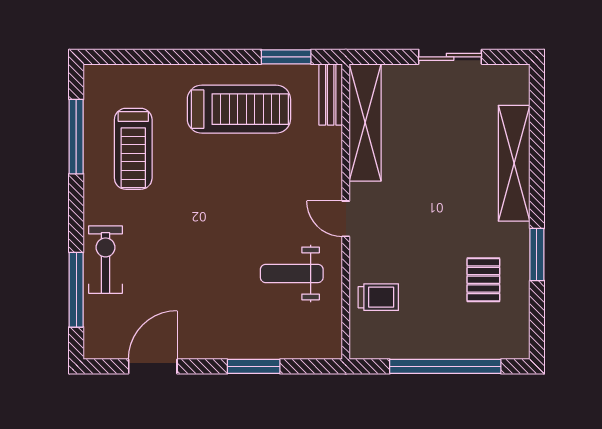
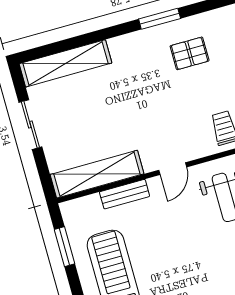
bench: (331, 94) -> (125, 194), moved
shelving: (514, 163) -> (65, 63), moved

